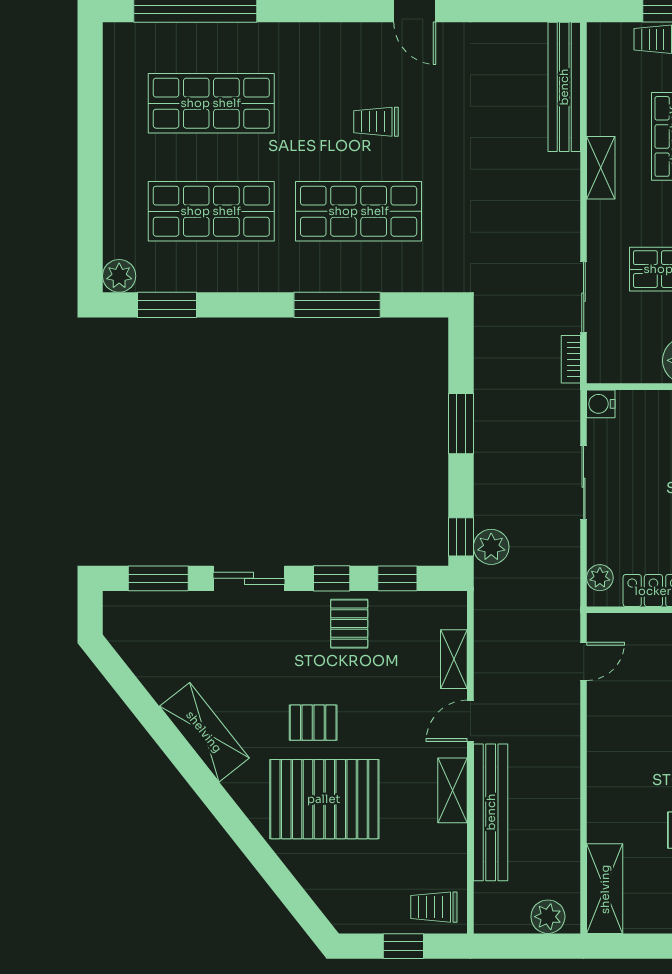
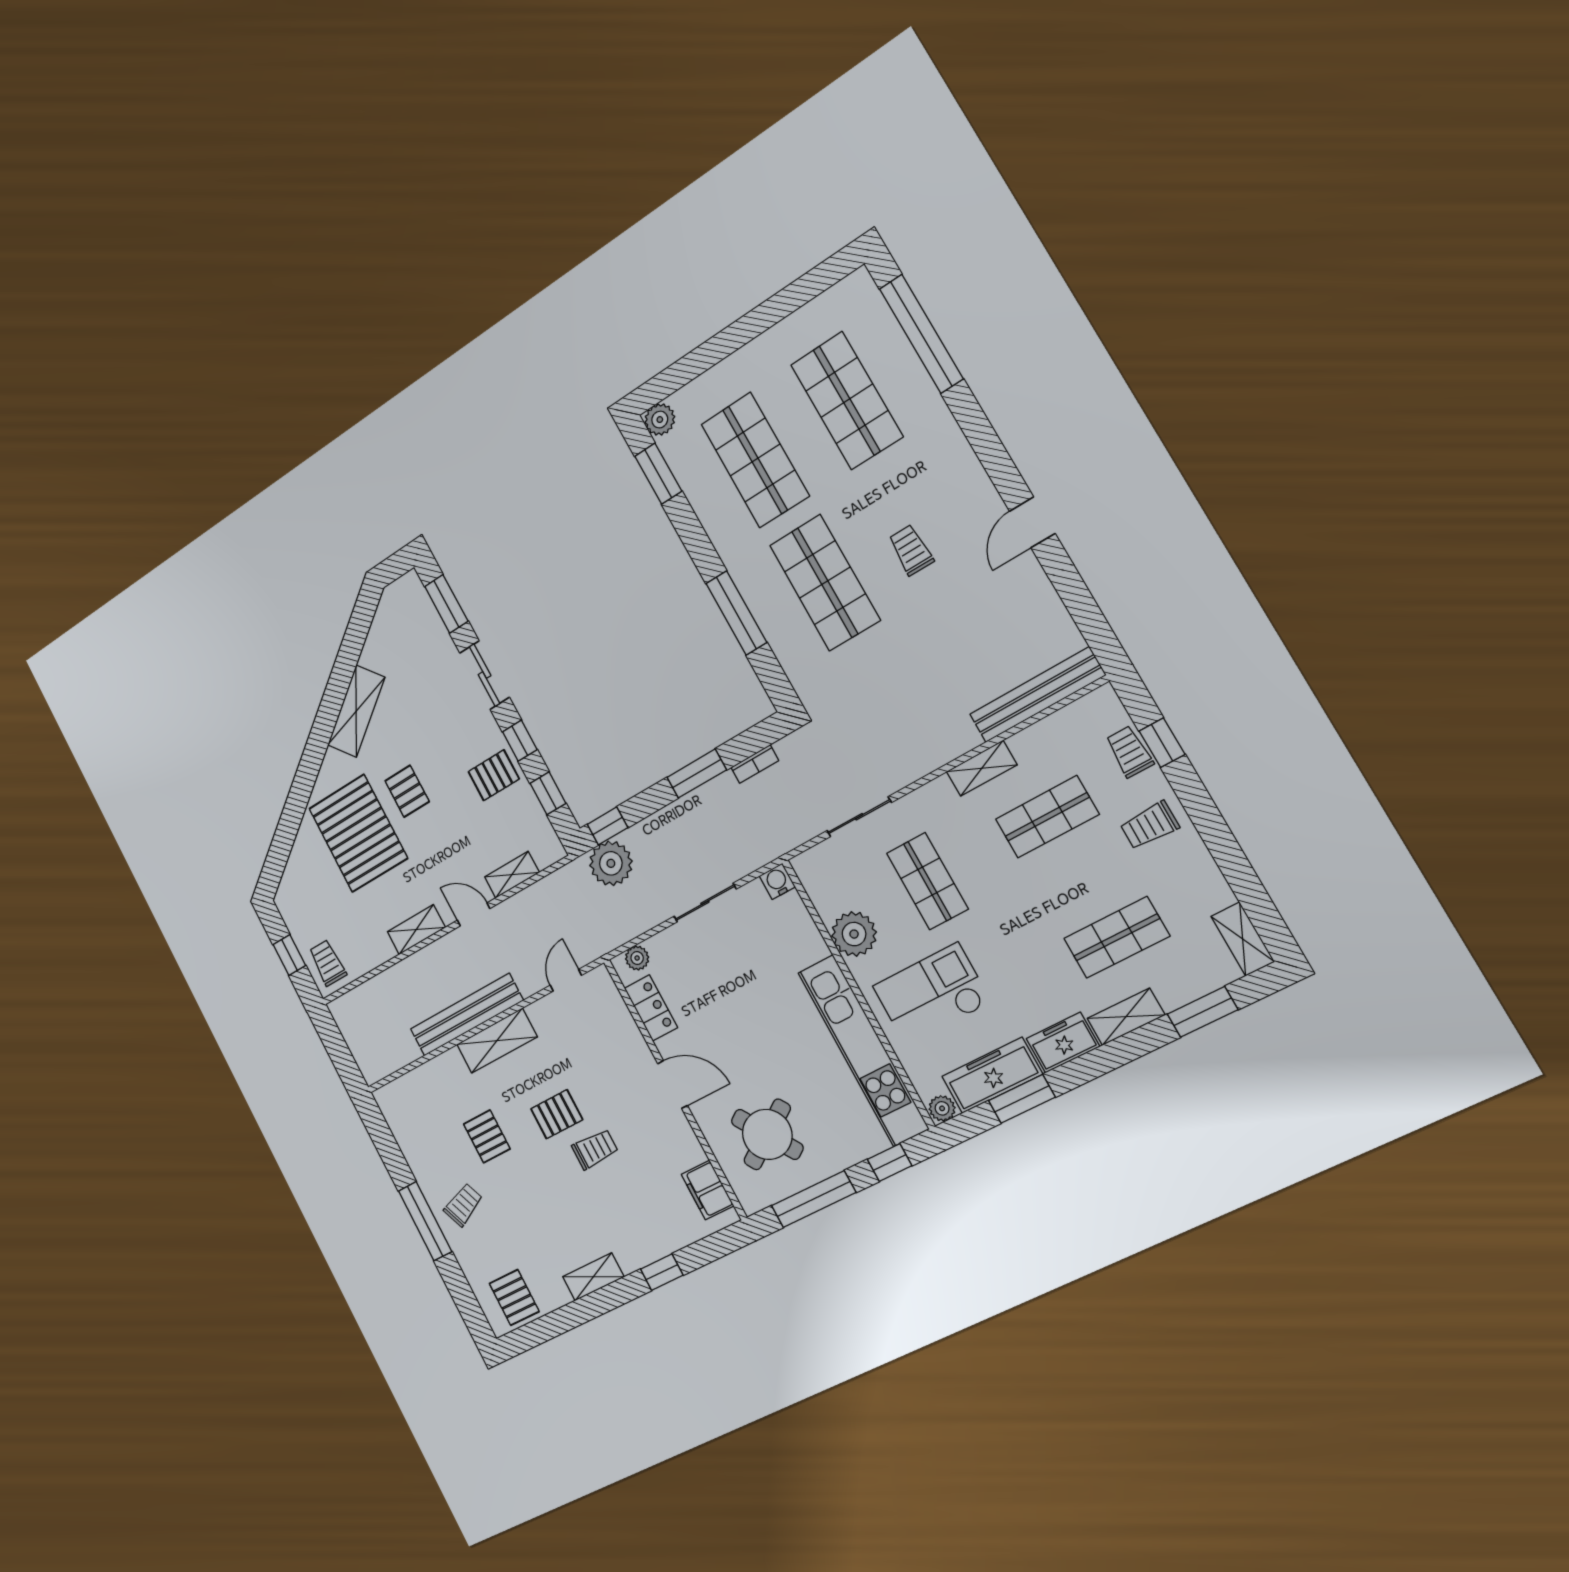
bookcase: (571, 359) -> (755, 764), moved, turned 180
plant: (491, 547) -> (611, 863), width x1.36, depth x1.36
door: (584, 661) -> (566, 980), swing flipped
bench: (491, 812) -> (466, 1015), moved
shelving: (605, 889) -> (497, 1041), moved
plant: (548, 917) -> (367, 1055), removed

